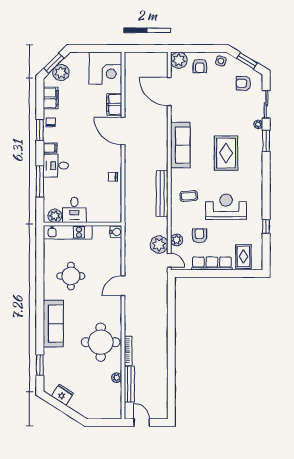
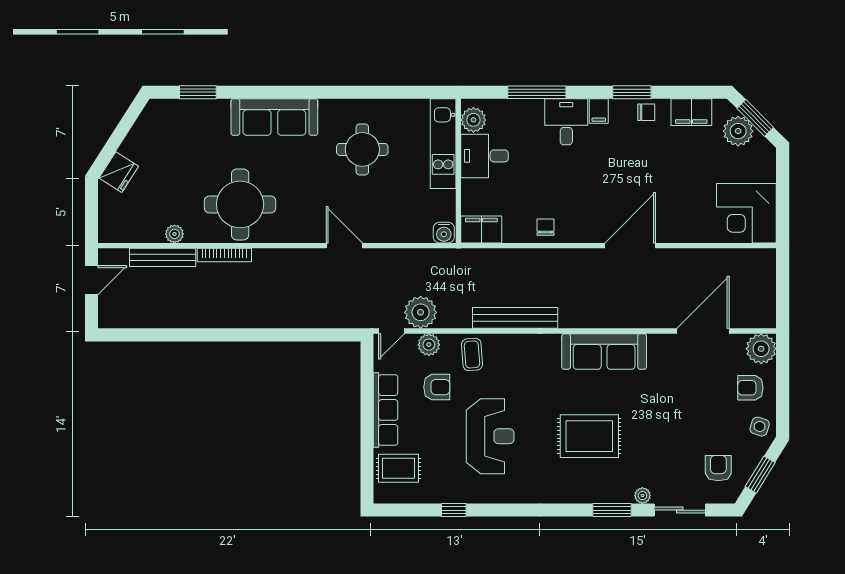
filing cabinet: (114, 104) -> (481, 229), moved
coffee table: (189, 196) -> (472, 354), moved
fridge: (62, 395) -> (119, 172), moved

